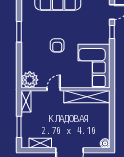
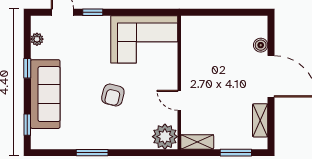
armchair: (57, 45) -> (113, 95), turned 104
shelving: (87, 97) -> (190, 50), removed
boiler: (105, 143) -> (261, 45), moved

